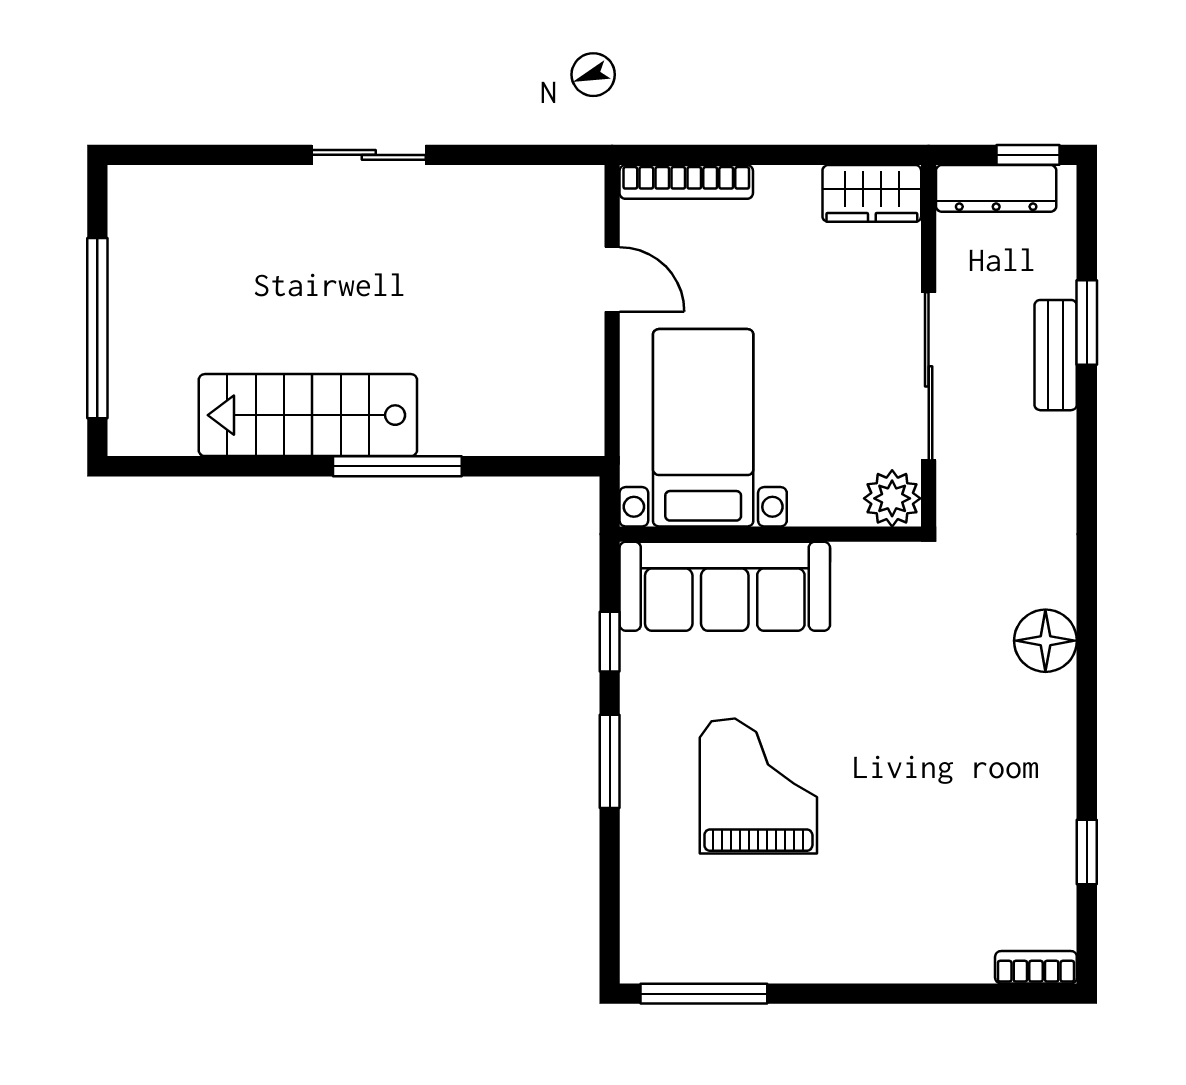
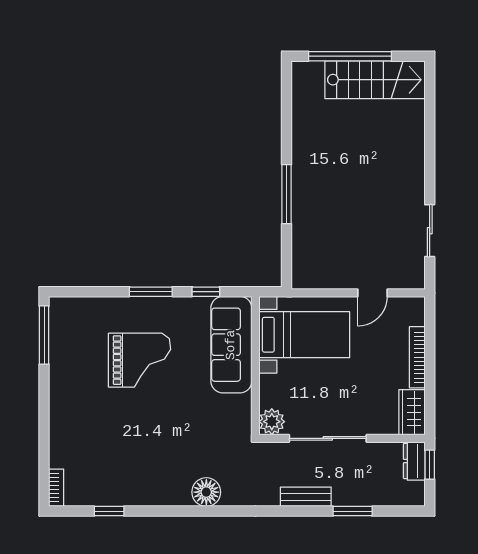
sliding door: (369, 155) -> (430, 231), moved
window: (1028, 155) -> (430, 465), moved
bookcase: (686, 182) -> (417, 357), moved
dresser: (996, 188) -> (414, 461), width x0.70
bench: (1056, 355) -> (306, 497), moved
stairs: (308, 415) -> (375, 80), moved, turned 90

